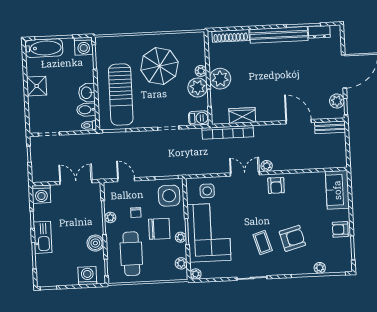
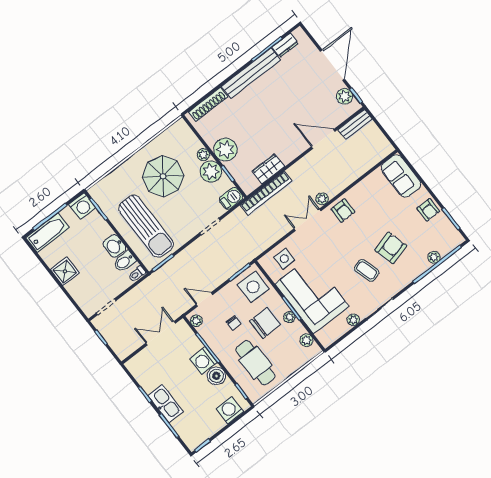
washing machine: (41, 194) -> (203, 361), moved, turned 90
plant: (110, 217) -> (196, 321), moved
armchair: (340, 229) -> (428, 210), turned -90
plant: (196, 274) -> (353, 320), moved

